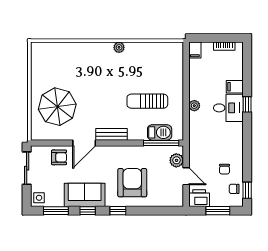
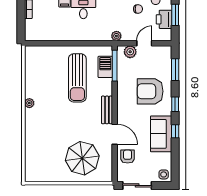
filing cabinet: (195, 50) -> (32, 35), removed
sun lounger: (147, 101) -> (77, 78), width x1.36, depth x1.34
plant: (194, 106) -> (116, 36), moved
printer: (199, 198) -> (164, 19), moved
window: (56, 211) -> (175, 70), moved

